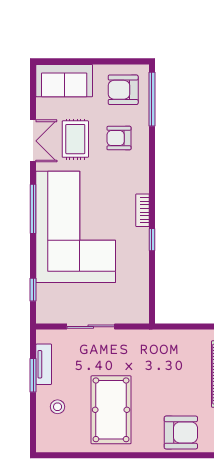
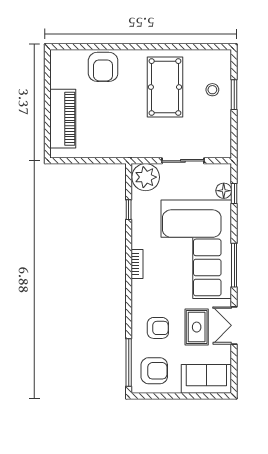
window: (152, 240) -> (129, 210), moved
floor lamp: (45, 293) -> (224, 191), added
plant: (133, 308) -> (146, 177), added
tv unit: (44, 364) -> (225, 127), removed
window: (33, 375) -> (234, 95), moved
armchair: (181, 432) -> (103, 67), turned -90

